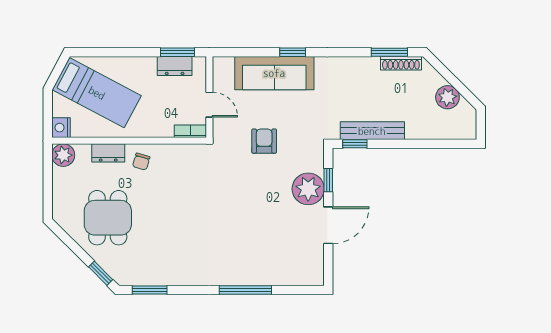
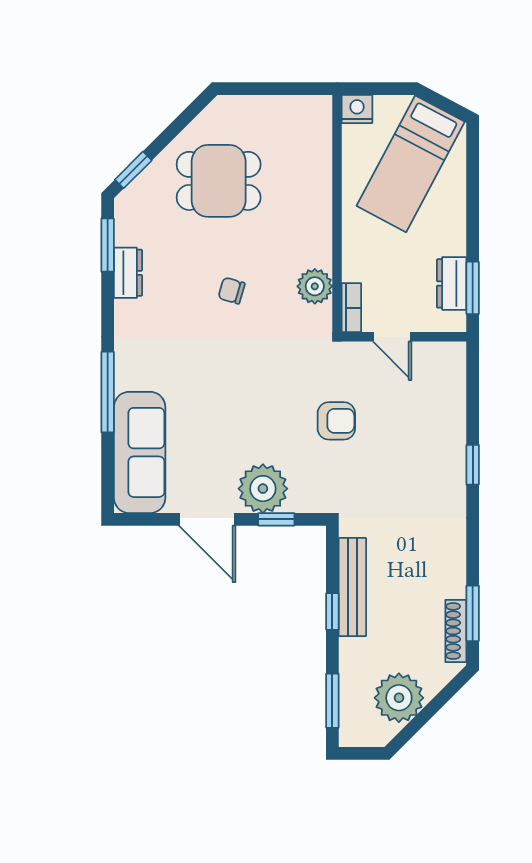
sofa: (274, 73) -> (140, 452), moved, turned 180
plant: (447, 97) -> (399, 698), width x1.36, depth x1.36
door: (209, 105) -> (392, 337), hinge flipped
window: (355, 144) -> (332, 611), moved
window: (446, 144) -> (332, 701), added
dresser: (108, 153) -> (128, 273), moved, turned 180
plant: (63, 155) -> (315, 286), moved
chair: (141, 162) -> (232, 291), moved

